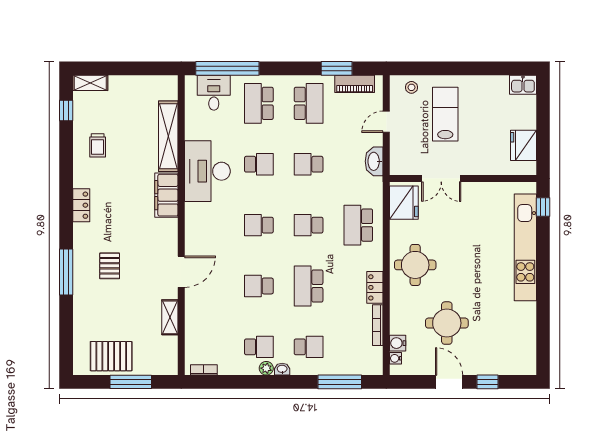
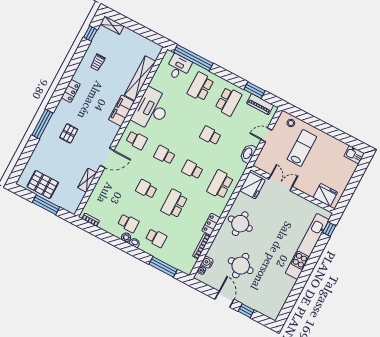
fridge: (523, 145) -> (325, 195), moved, turned 90
school desk: (259, 164) -> (137, 140), moved
double door: (441, 178) -> (281, 183), swing flipped

